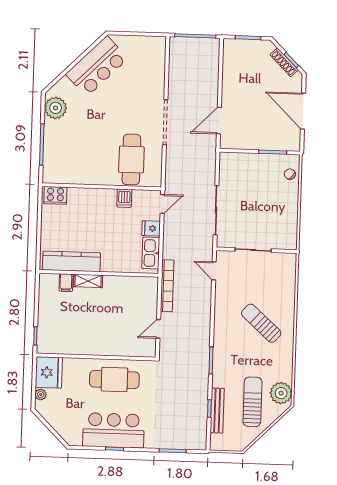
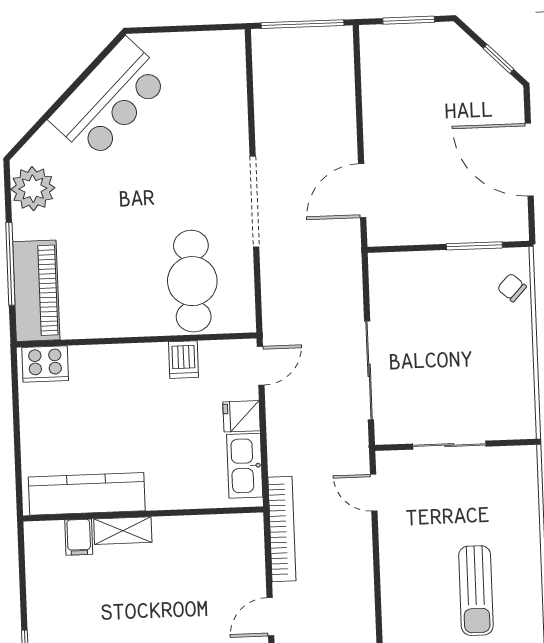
shoe rack: (284, 62) -> (484, 64), removed
piano: (54, 159) -> (36, 291), added
sun lounger: (261, 323) -> (476, 591), turned -132

